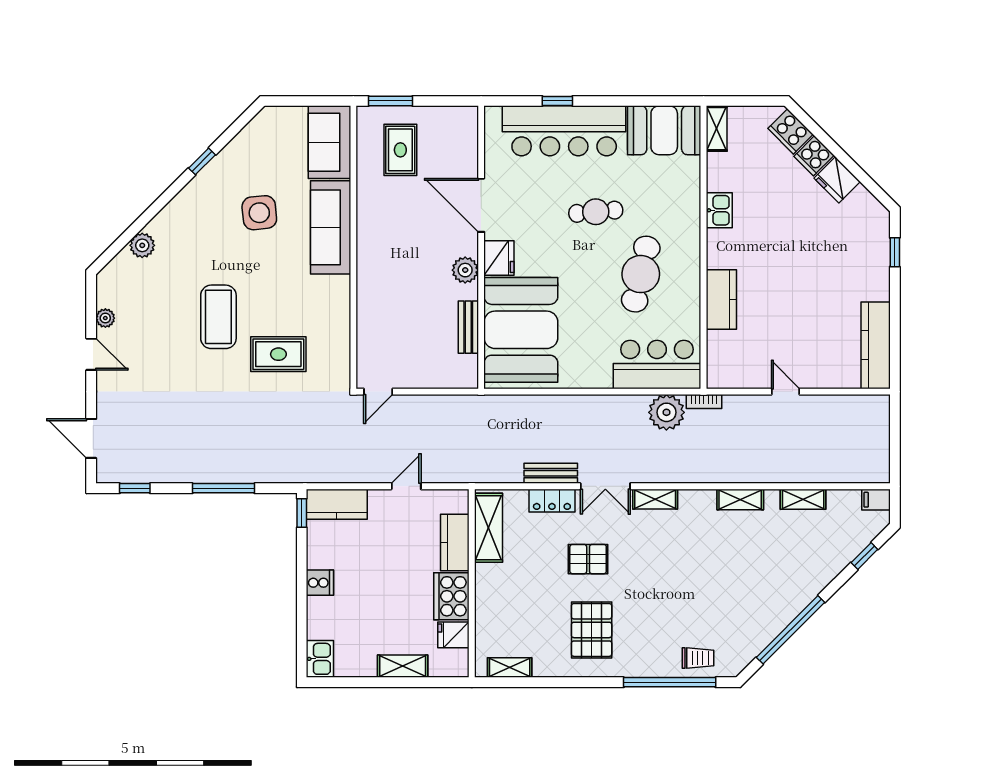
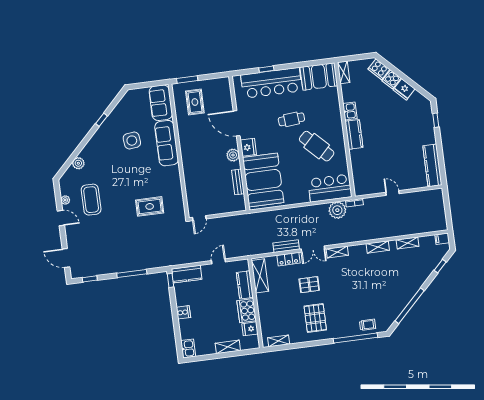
cafe table: (641, 274) -> (317, 146), turned -58
kitchen counter: (721, 300) -> (354, 134), moved
coffee table: (218, 317) -> (91, 200), moved

